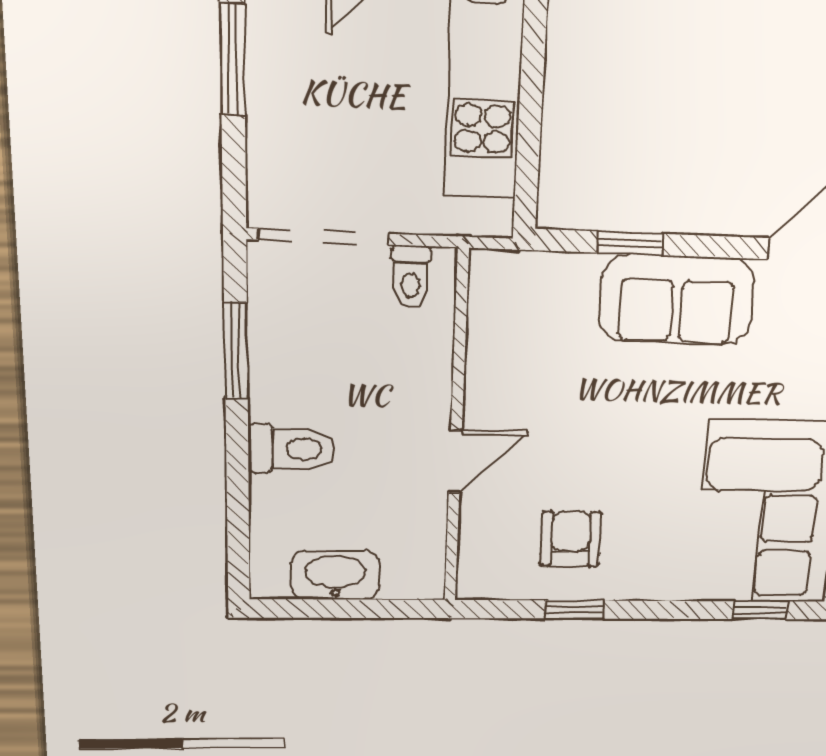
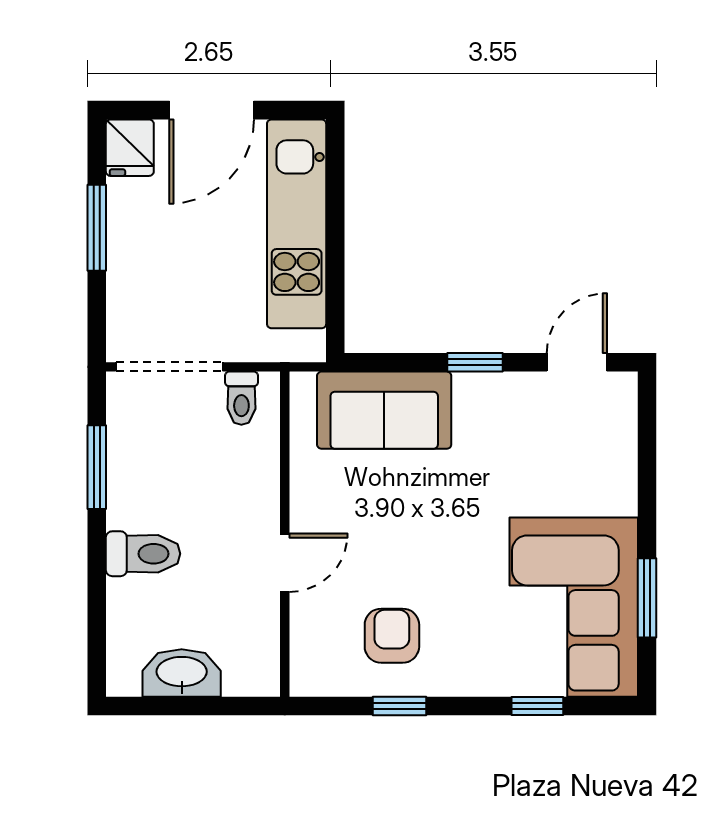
window: (630, 243) -> (475, 362), moved
sofa: (677, 300) -> (384, 410), moved
window: (760, 610) -> (537, 706), moved

